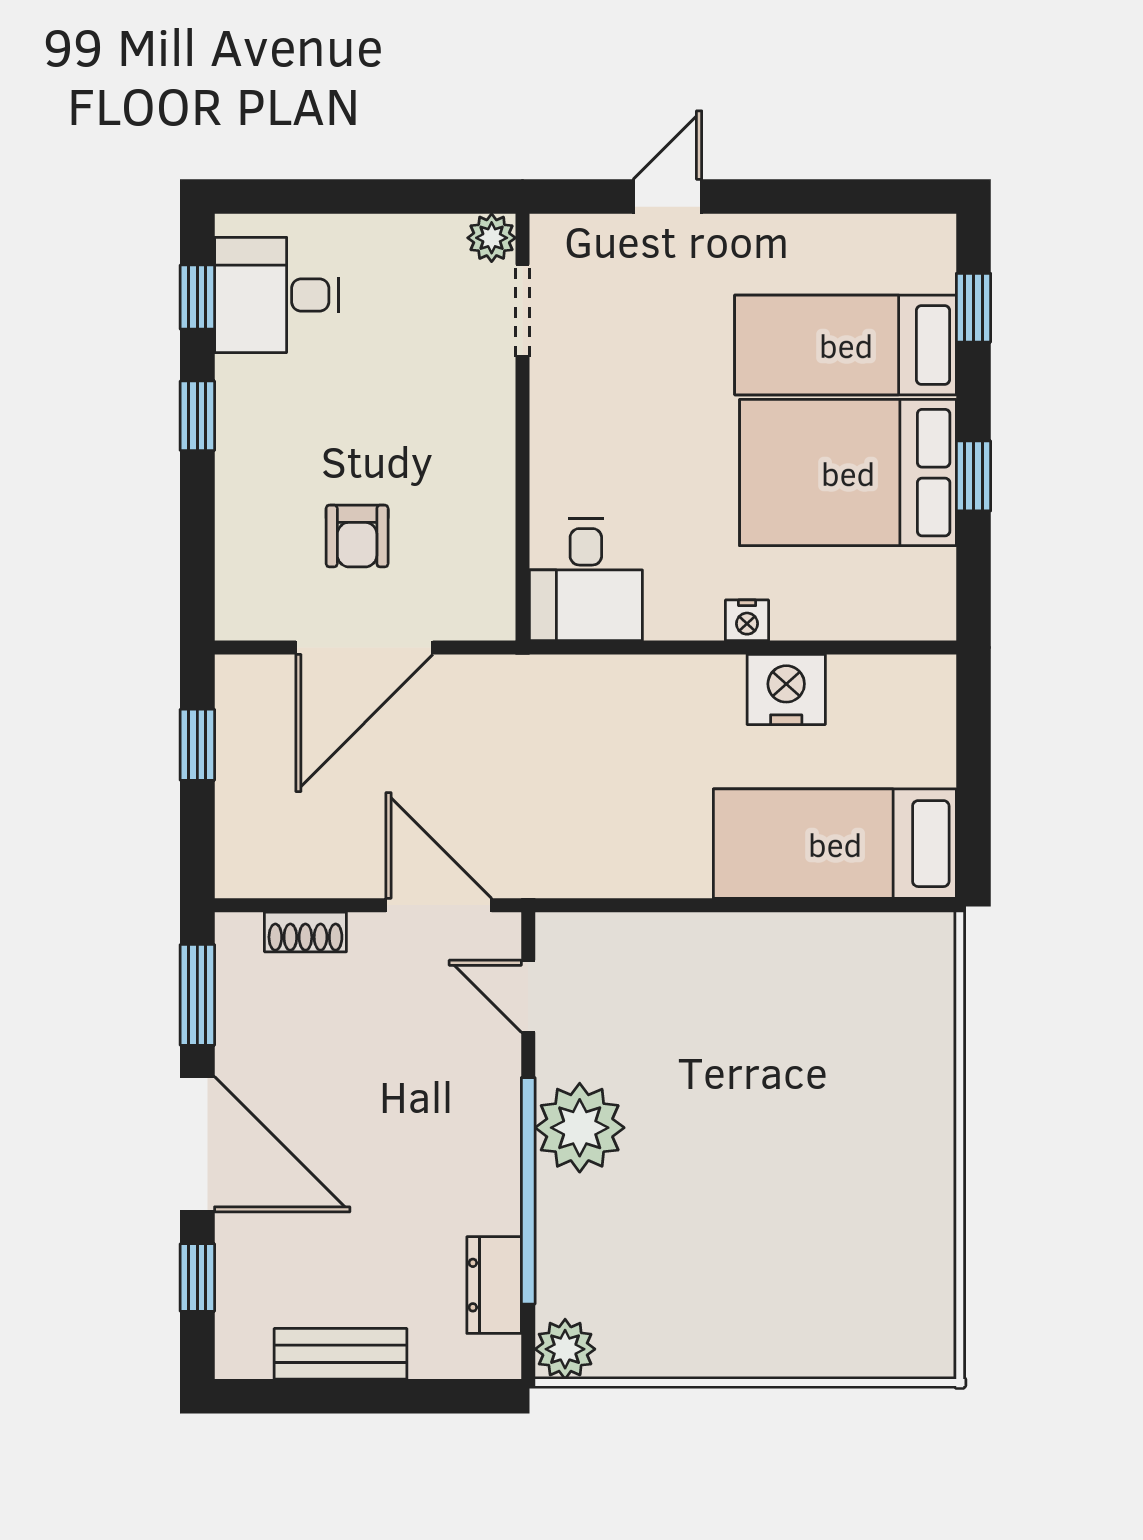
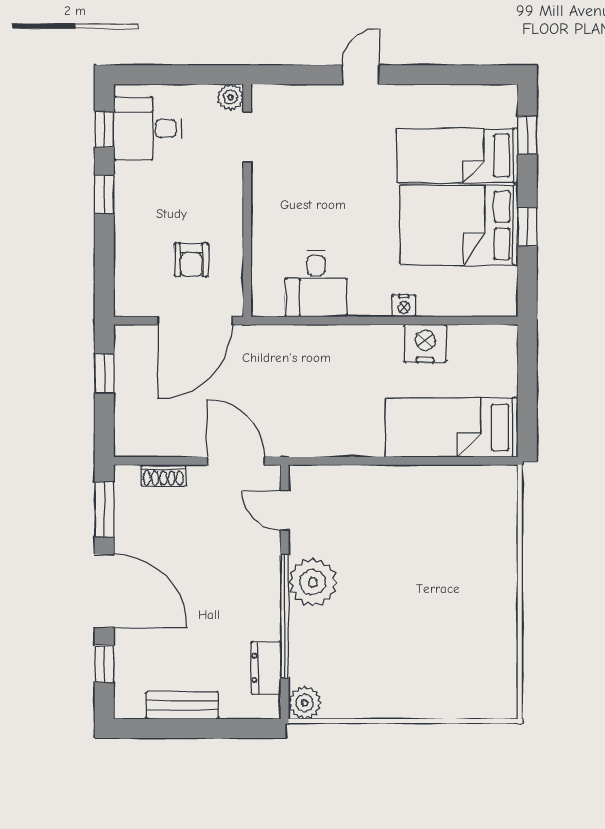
plant: (492, 238) -> (230, 97), moved
doorway: (522, 311) -> (247, 137), moved
wall: (522, 427) -> (247, 200), moved

